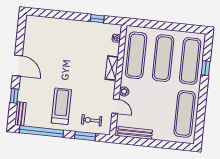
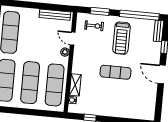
shelving: (112, 68) -> (75, 85), moved
exercise mat: (69, 69) -> (115, 72), added

